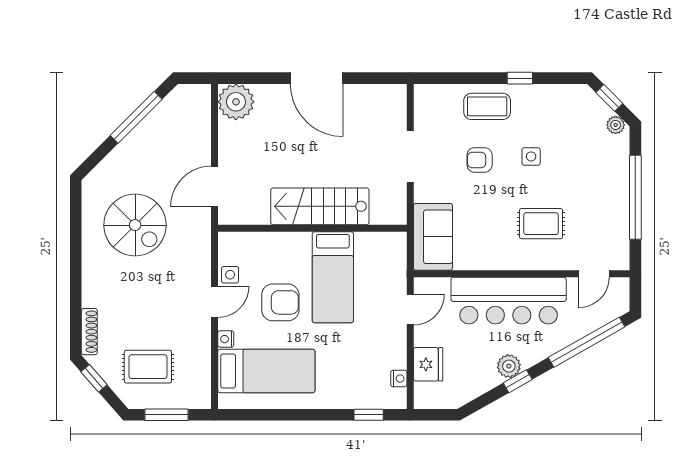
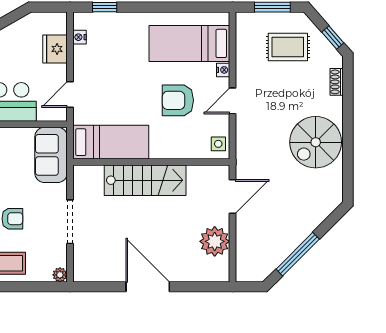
plant: (422, 92) -> (60, 275), added
plant: (236, 102) -> (215, 241), moved
spiral stairs: (135, 225) -> (316, 142), moved, turned -90
side table: (230, 275) -> (218, 144), moved
bed: (333, 277) -> (111, 142), moved, turned 90
shoe rack: (89, 332) -> (337, 82), width x0.70

